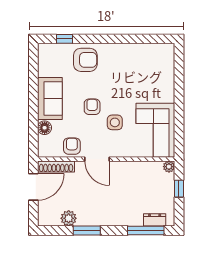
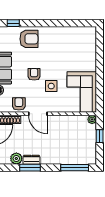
dresser: (155, 220) -> (31, 160), moved

